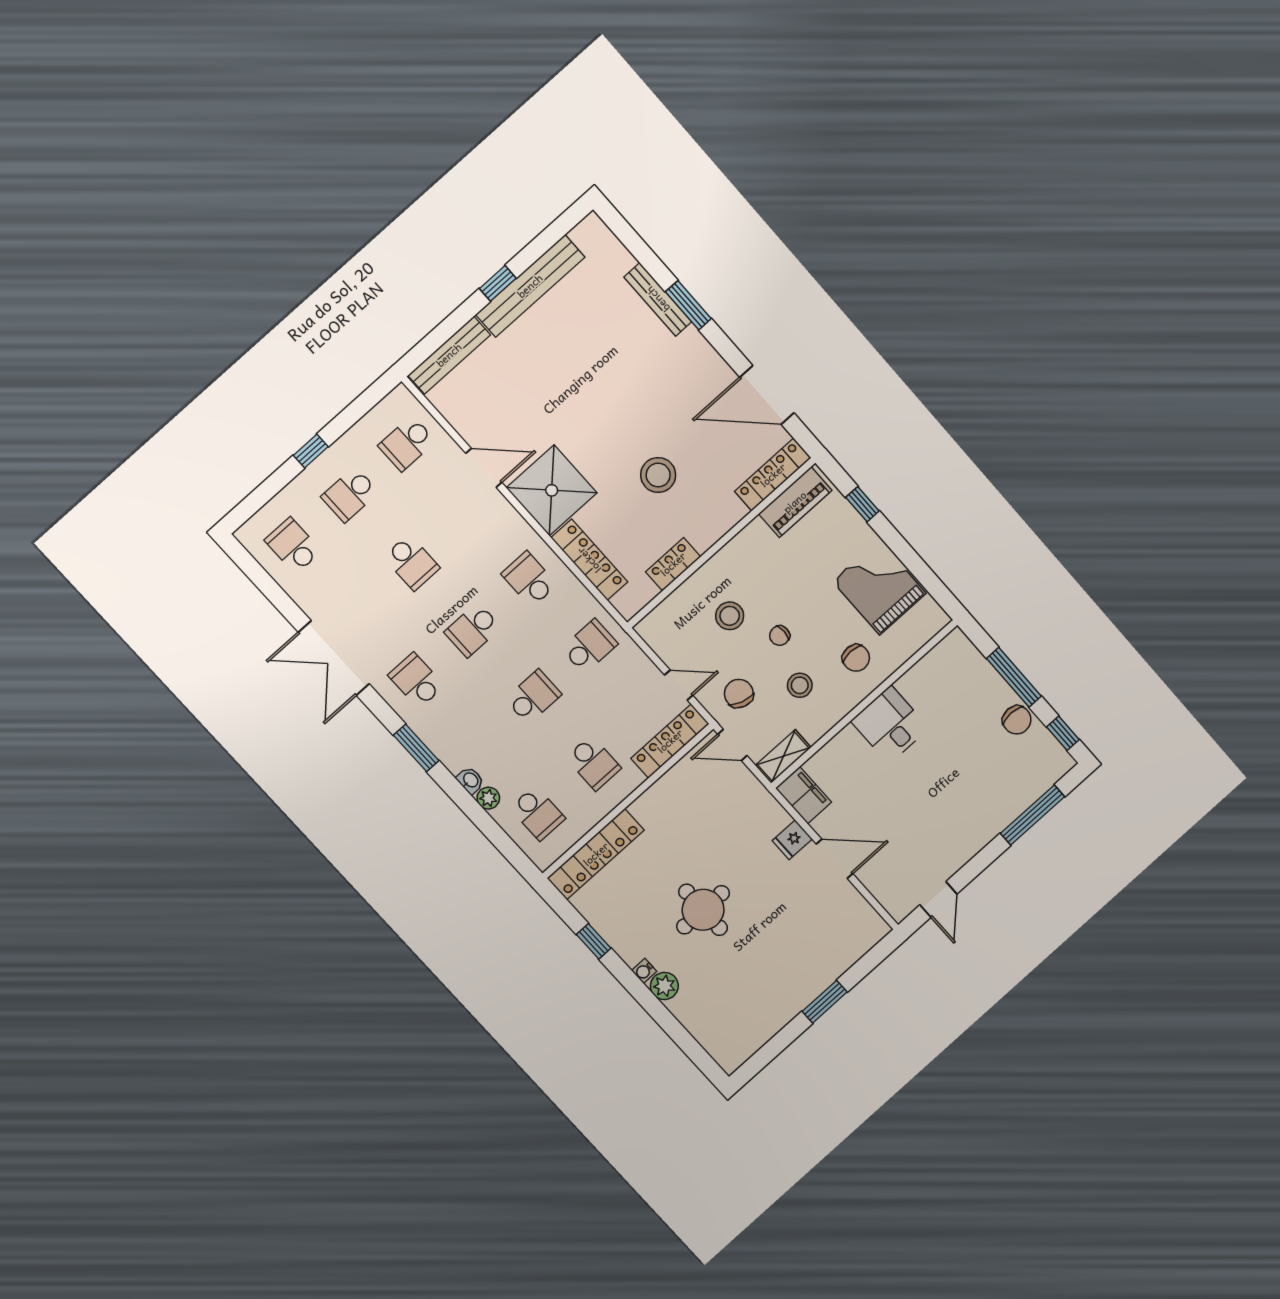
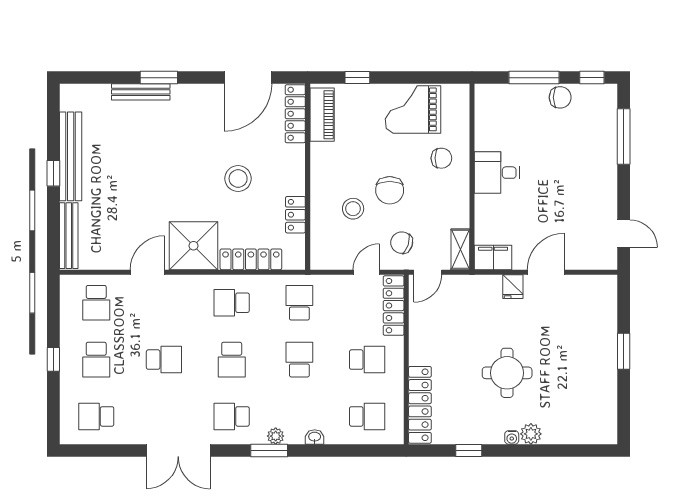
chair: (780, 636) -> (390, 190), width x1.87, depth x1.87
stool: (800, 685) -> (428, 204), removed
plant: (488, 798) -> (276, 436), moved

